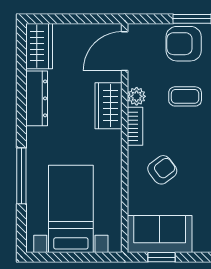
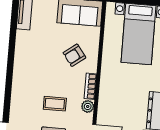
wardrobe: (109, 106) -> (107, 102), removed

